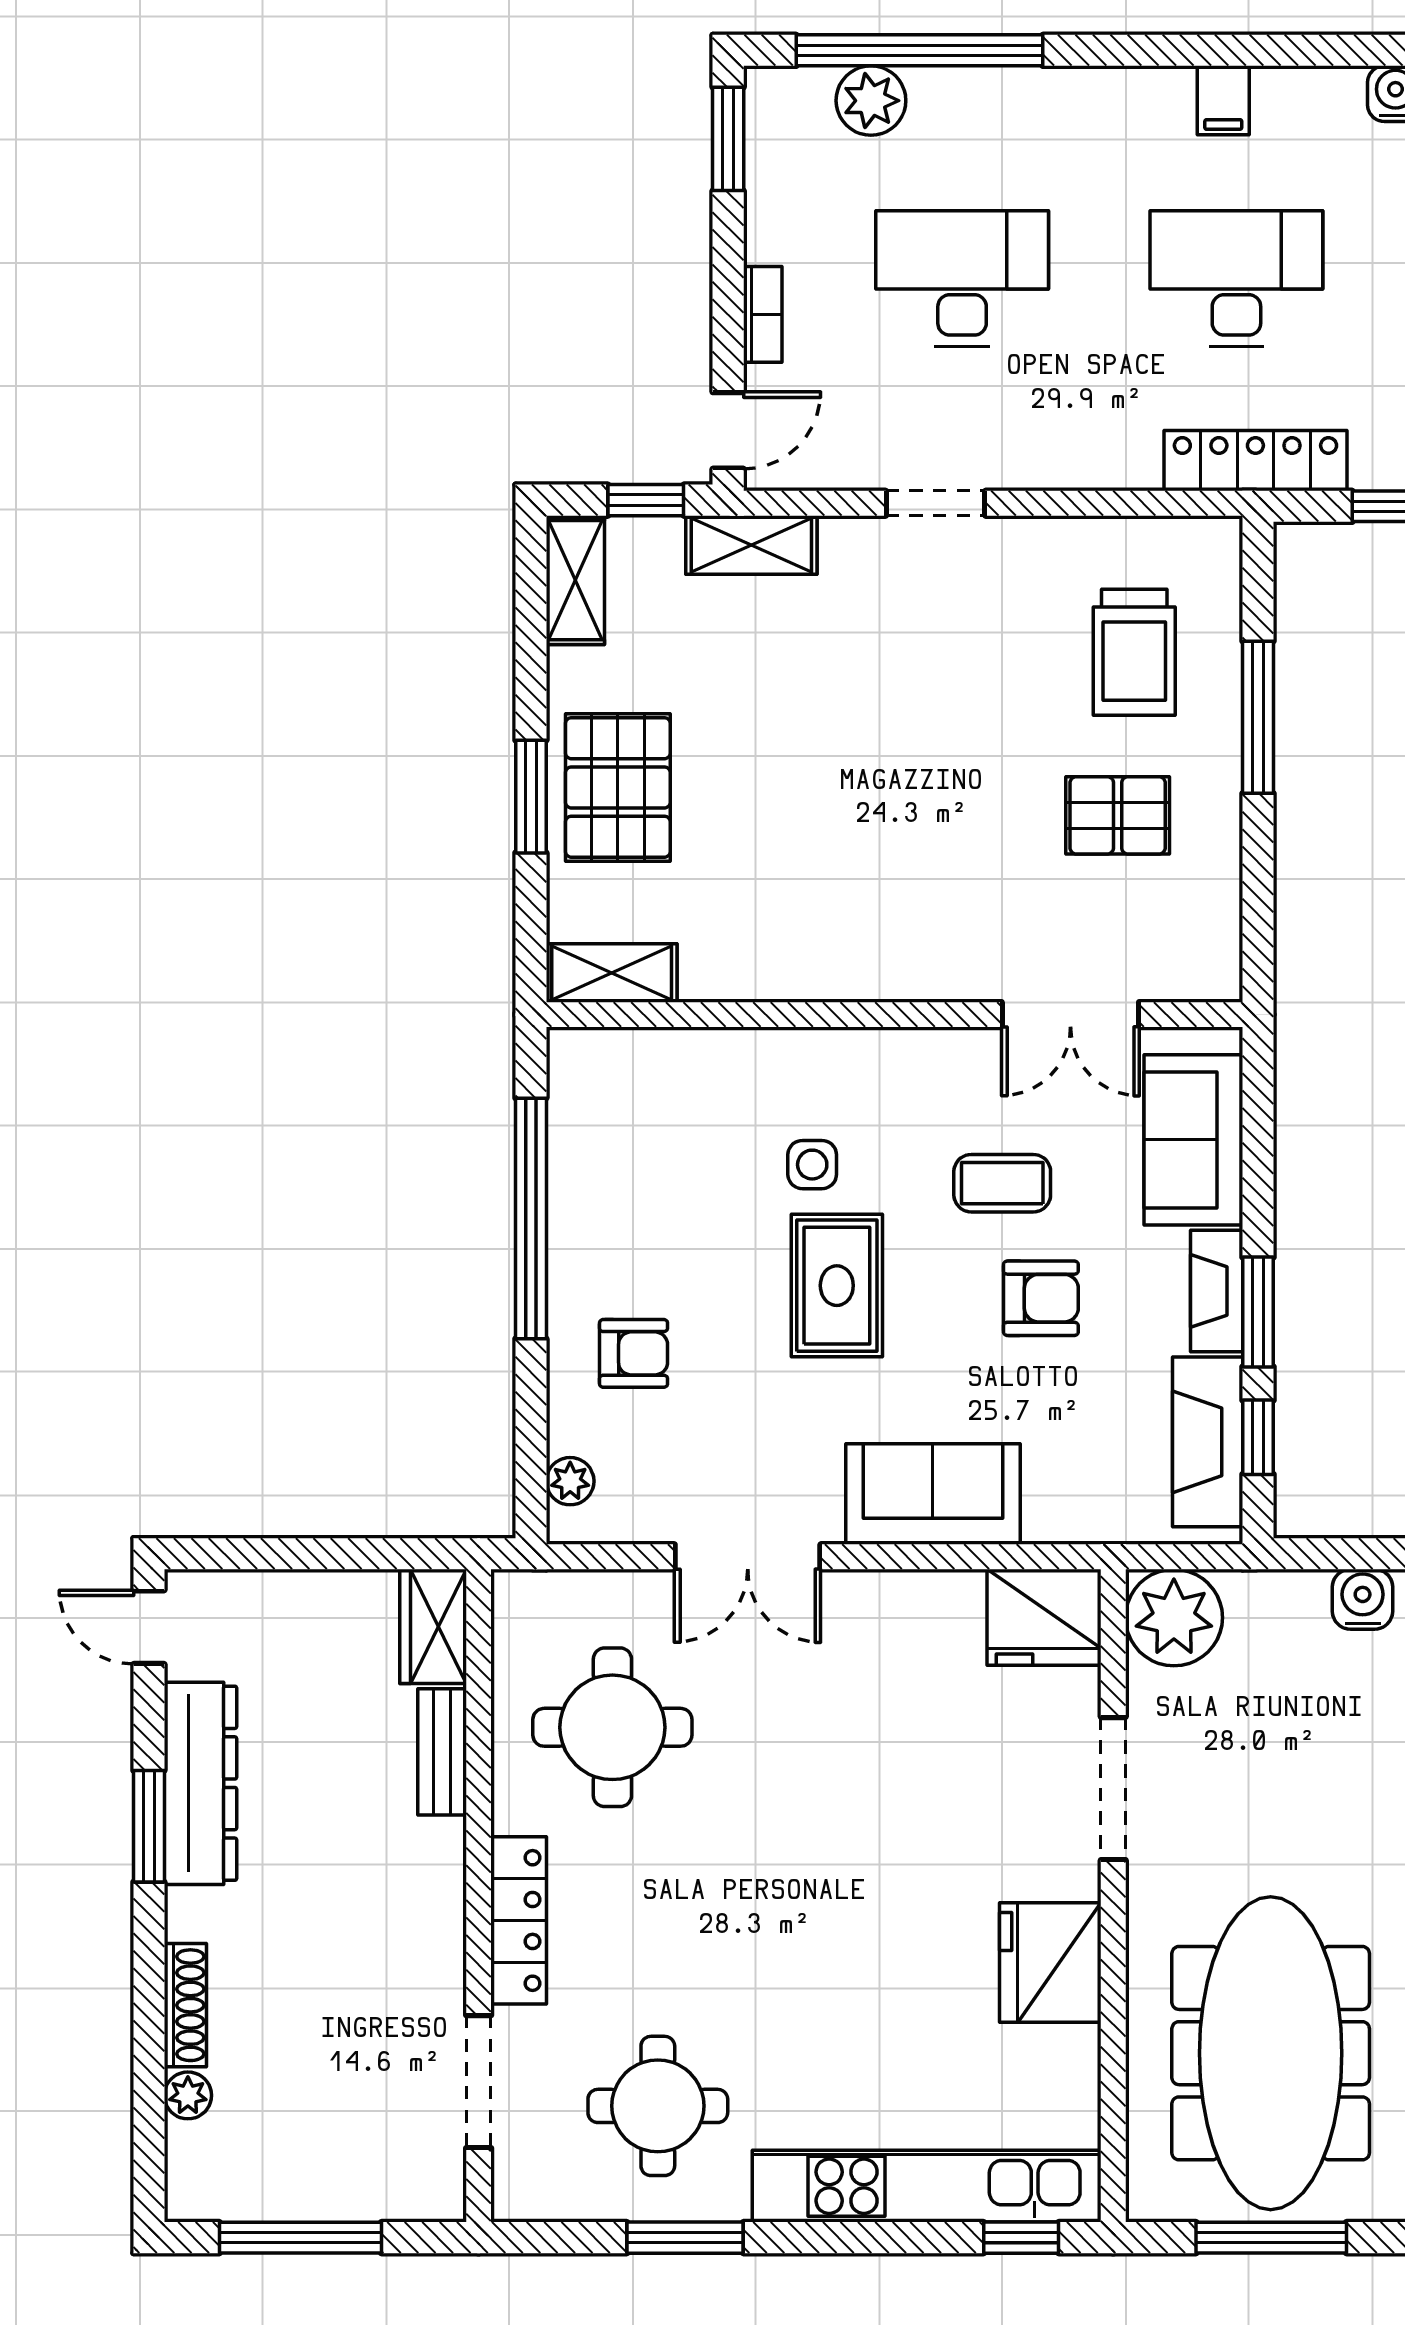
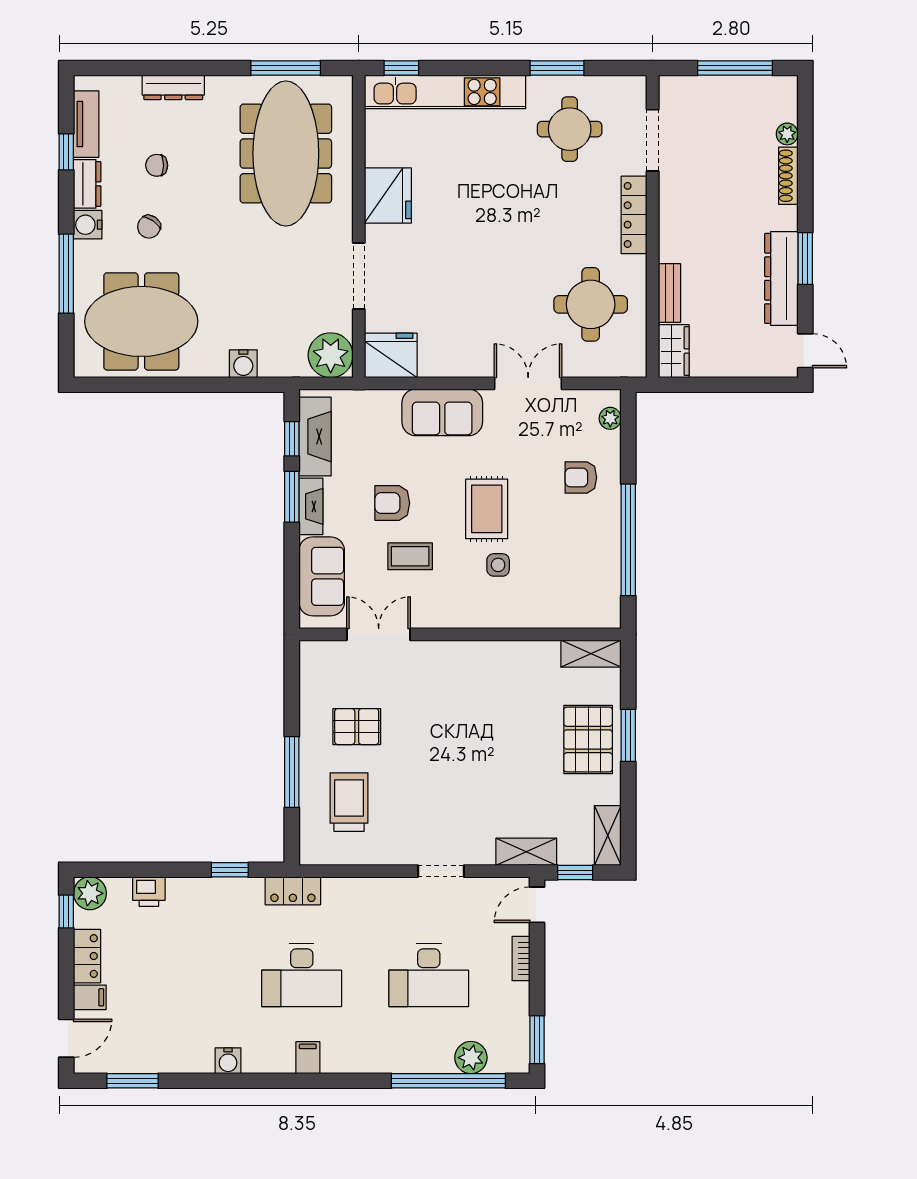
locker: (1255, 461) -> (293, 891), width x0.66

